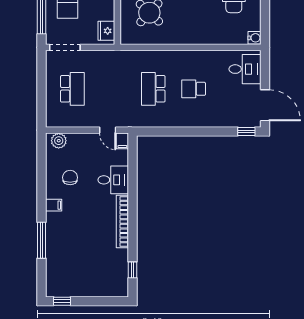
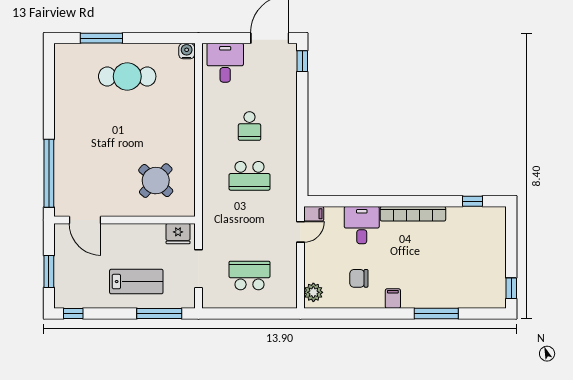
doorway: (65, 47) -> (198, 269), moved

